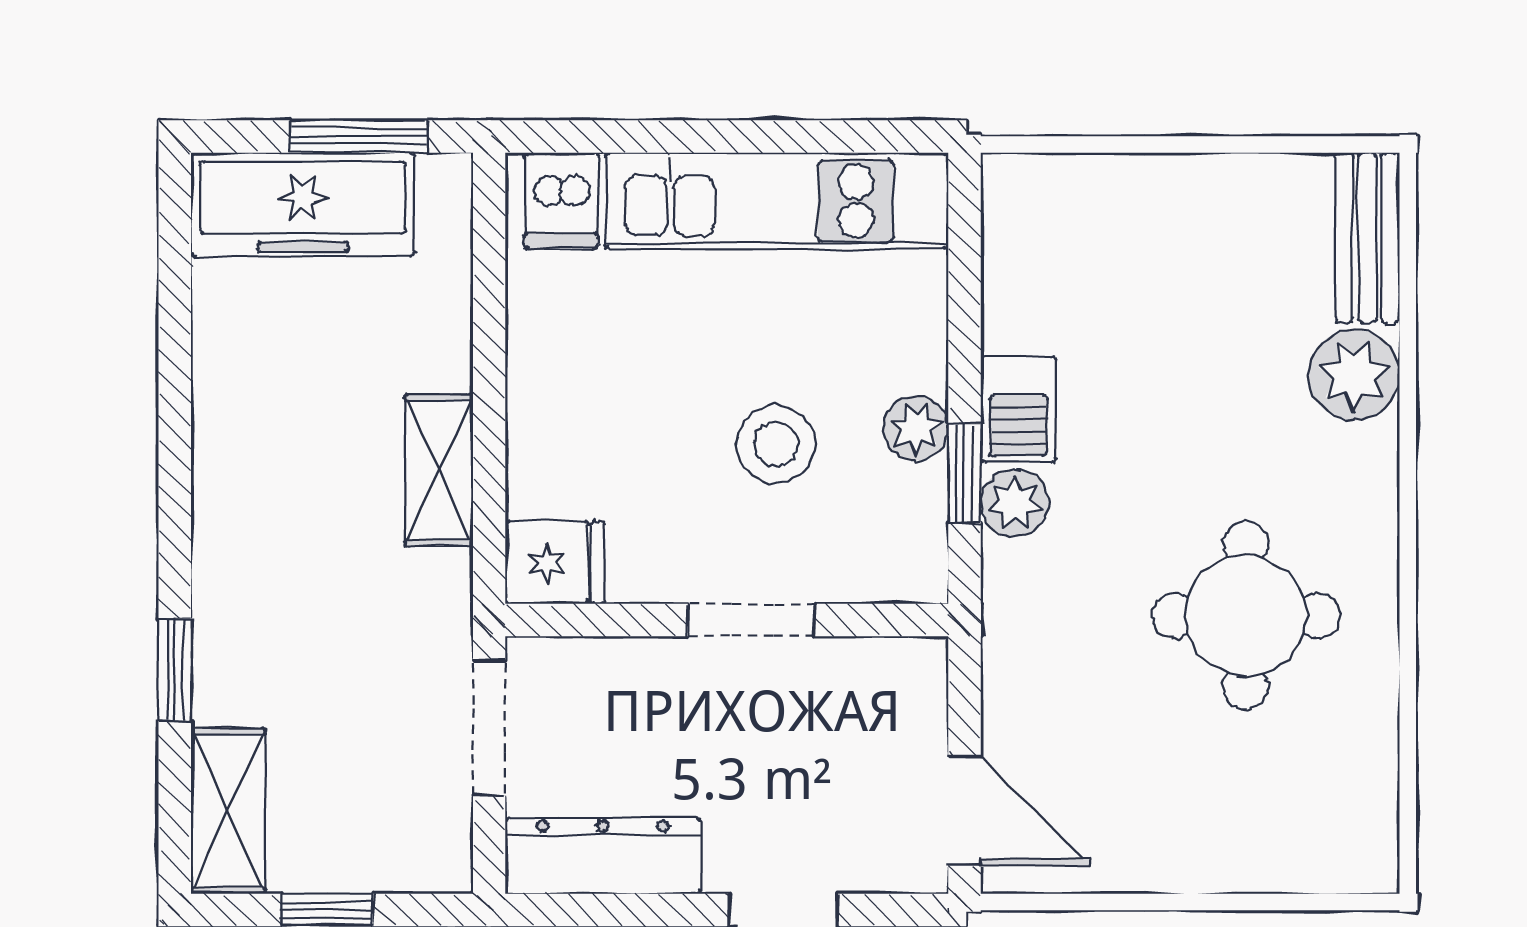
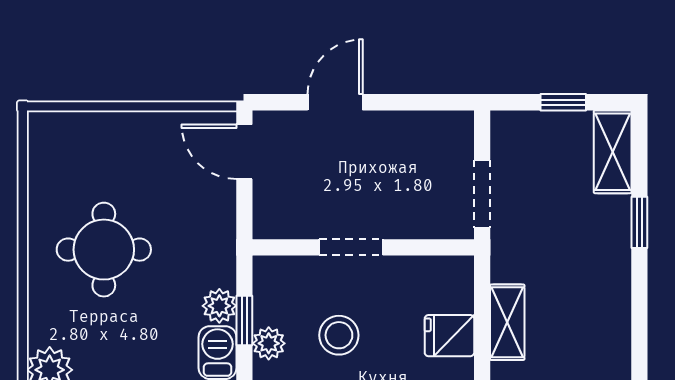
fridge: (555, 562) -> (449, 336), moved
dresser: (603, 856) -> (425, 129), removed

